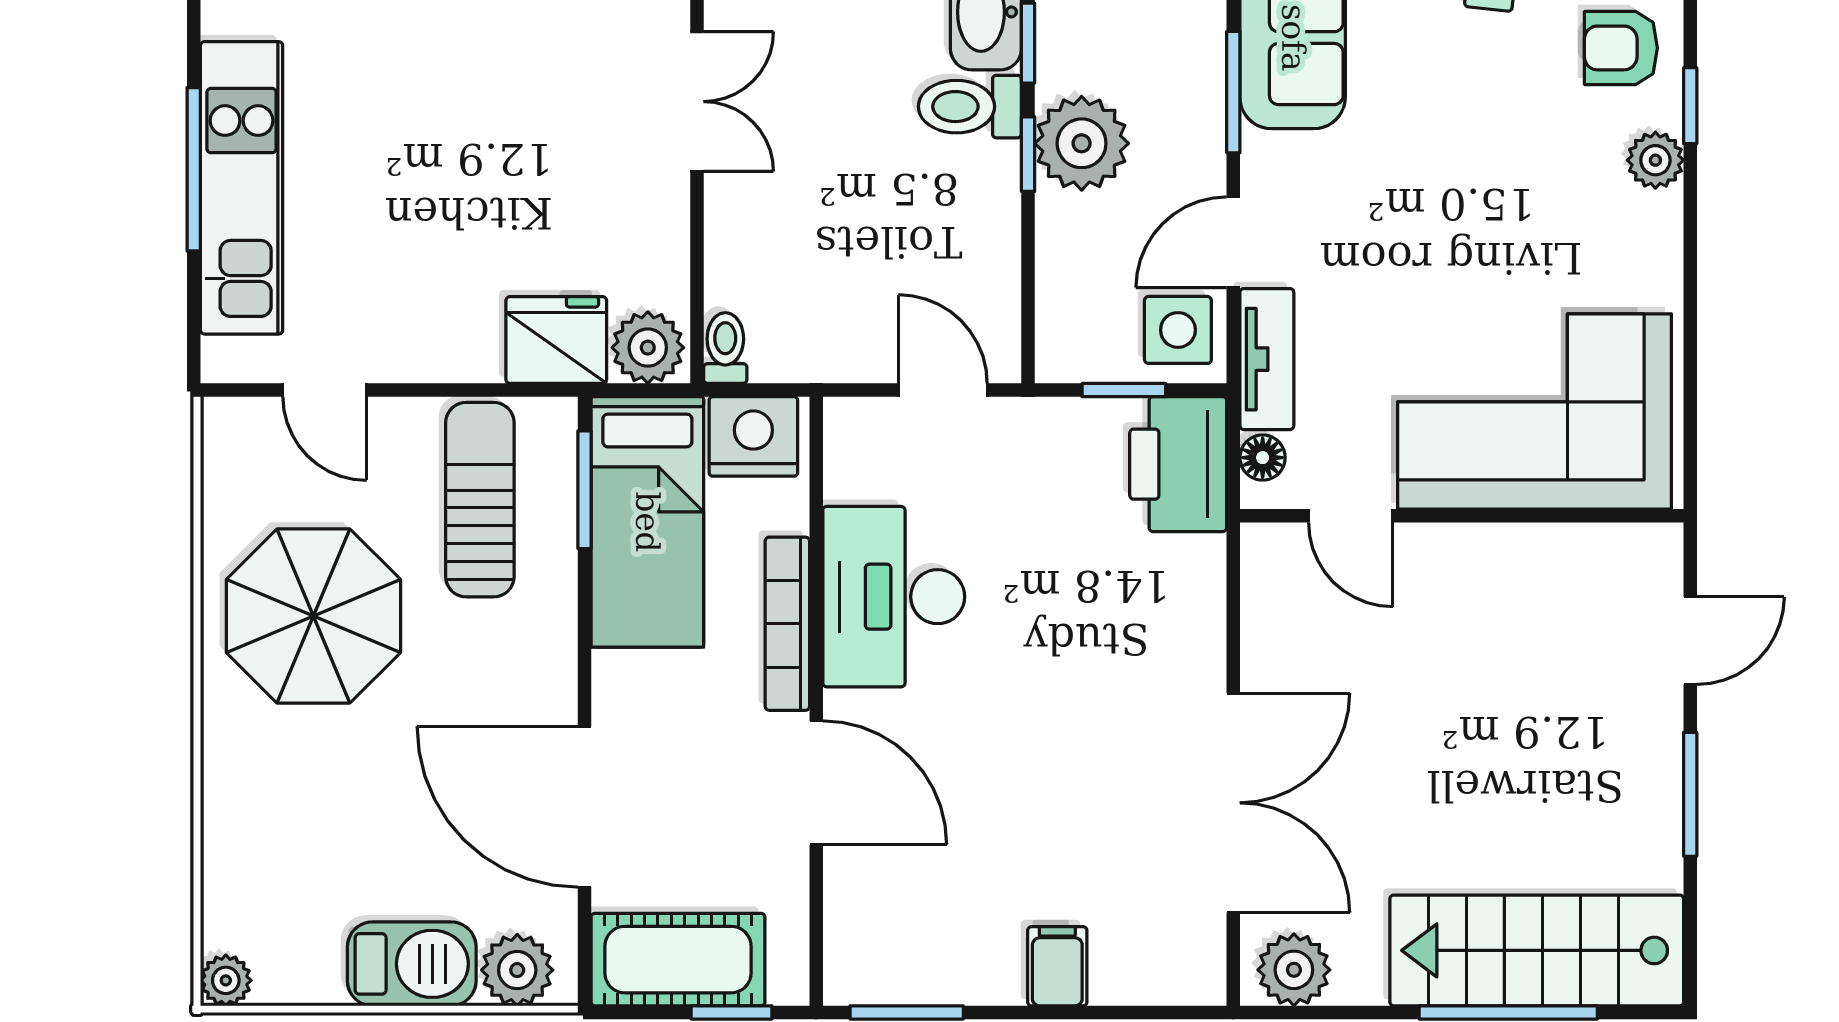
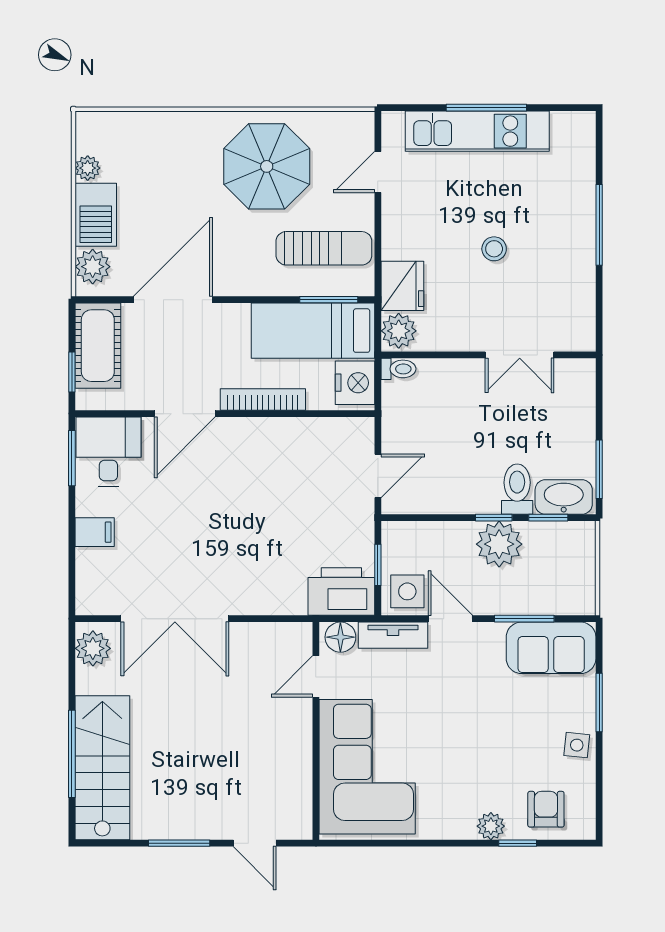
stool: (481, 153) -> (494, 249), added
floor lamp: (1263, 458) -> (340, 637), width x1.37, depth x1.37
desk: (894, 597) -> (108, 452), moved, width x0.73
plant: (226, 980) -> (88, 168), moved

